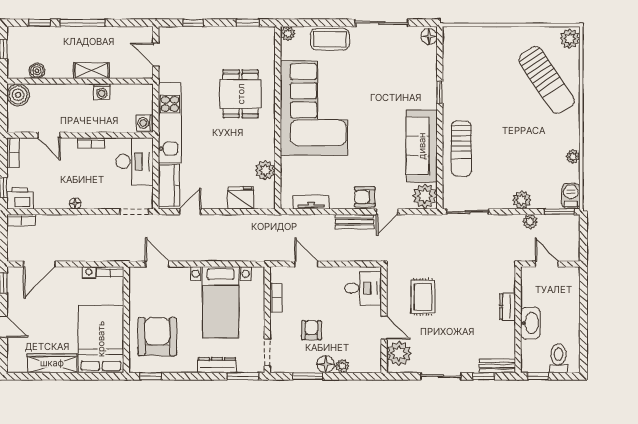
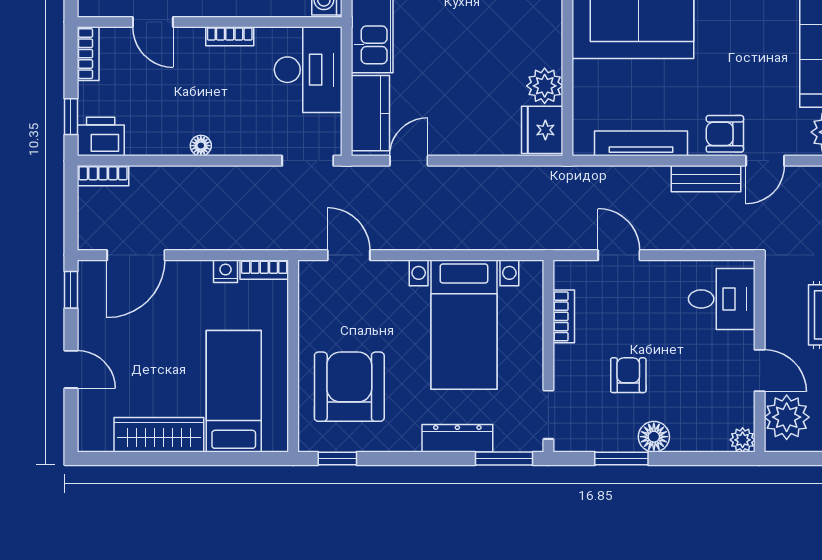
fridge: (241, 198) -> (542, 130), moved, turned -90
tv unit: (311, 202) -> (641, 143), width x1.41
bed: (101, 339) -> (234, 391), width x0.67
plant: (342, 366) -> (743, 440), moved

